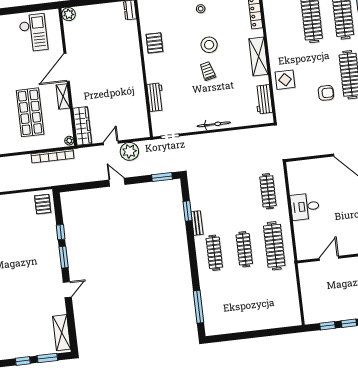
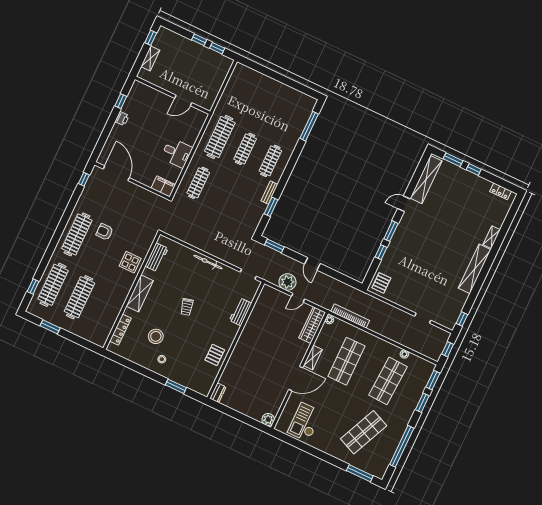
stool: (209, 45) -> (156, 336), moved
filing cabinet: (298, 168) -> (163, 186), added
shelving: (62, 333) -> (426, 180), width x1.47

